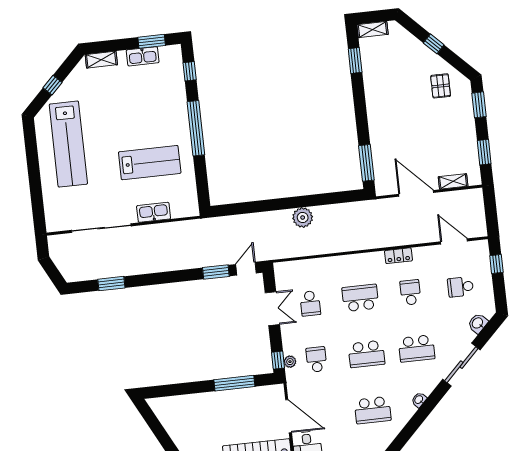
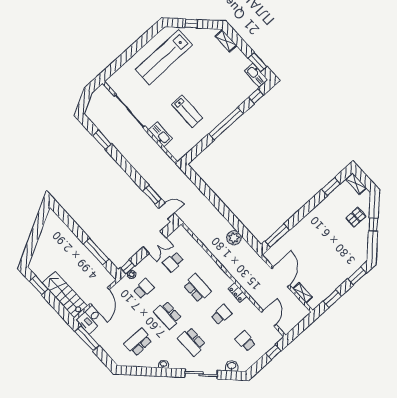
kitchen sink: (143, 56) -> (256, 75), moved
pallet: (441, 86) -> (356, 217), moved
lab bench: (150, 163) -> (187, 111), width x0.73, depth x0.72
plant: (303, 217) -> (234, 238), moved
school desk: (373, 410) -> (138, 342), turned 90

